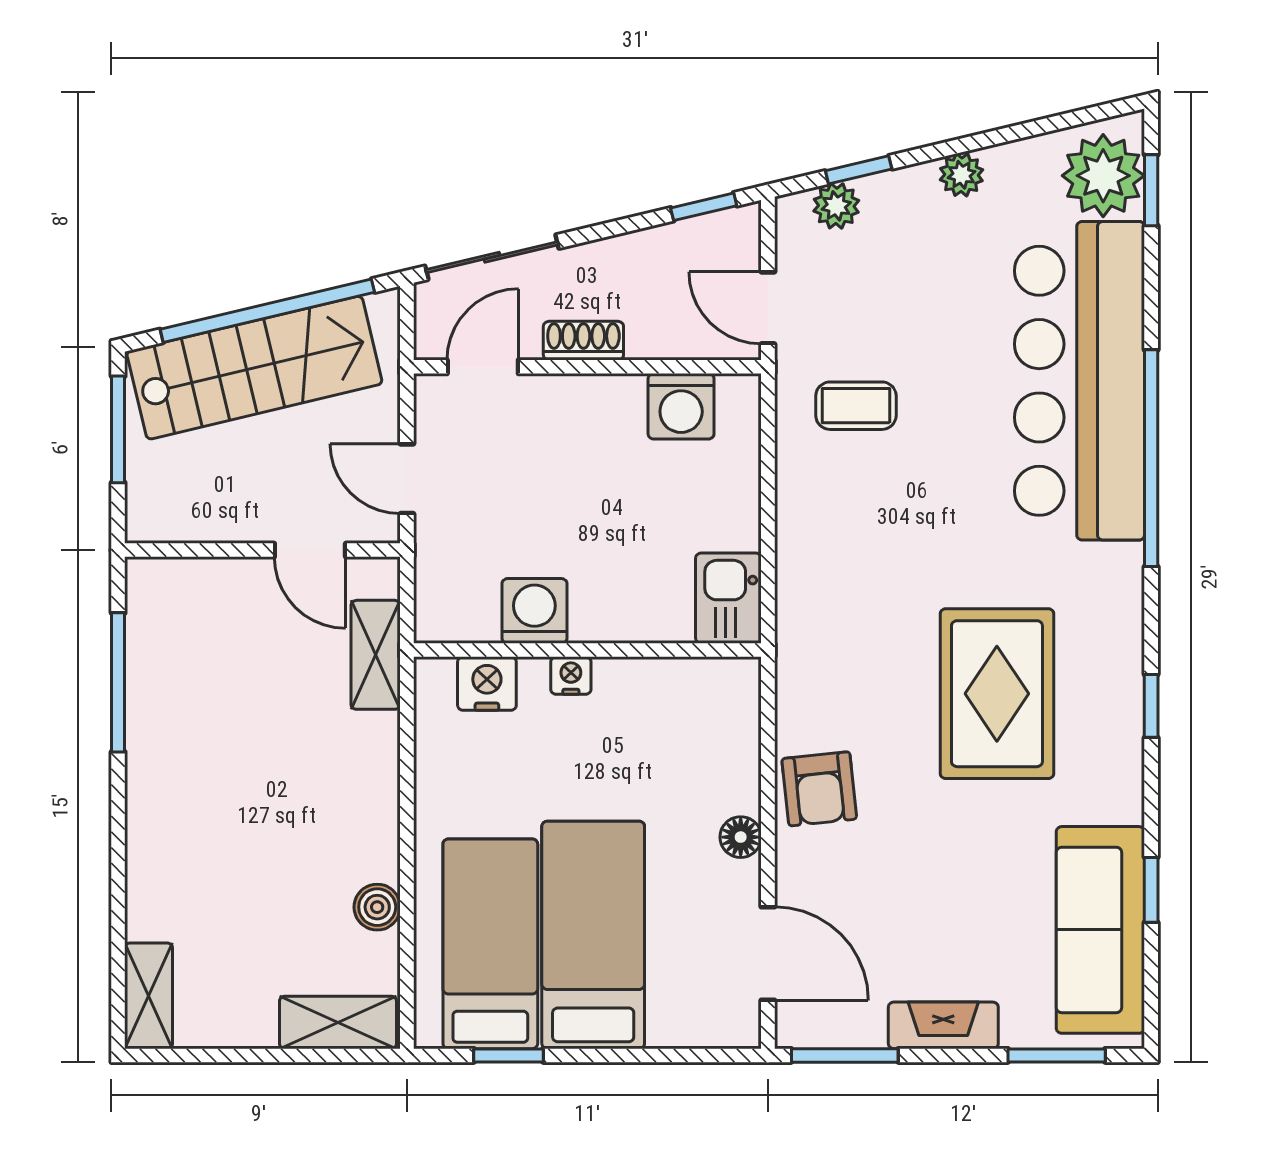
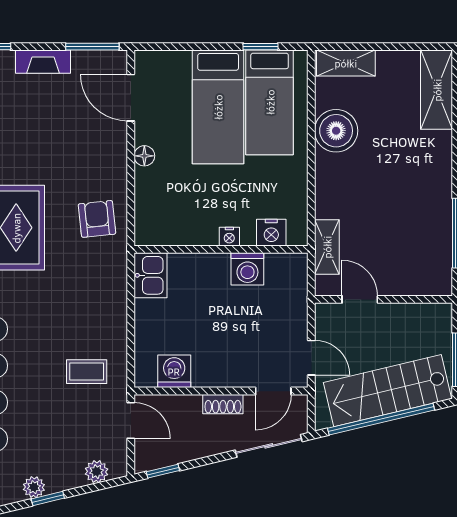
window: (859, 170) -> (48, 499), moved
door: (407, 479) -> (311, 358), moved
armchair: (819, 789) -> (97, 219), moved
boiler: (377, 907) -> (336, 131), width x1.86, depth x1.86
shelving: (149, 996) -> (437, 90), width x1.50, depth x1.33

